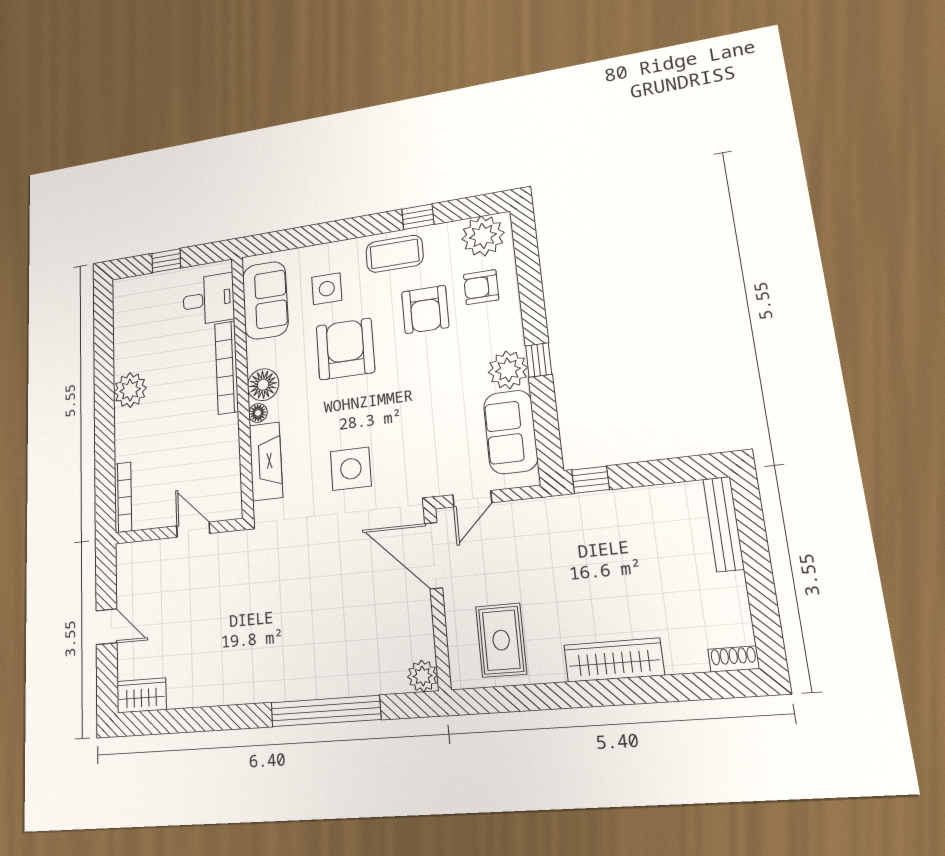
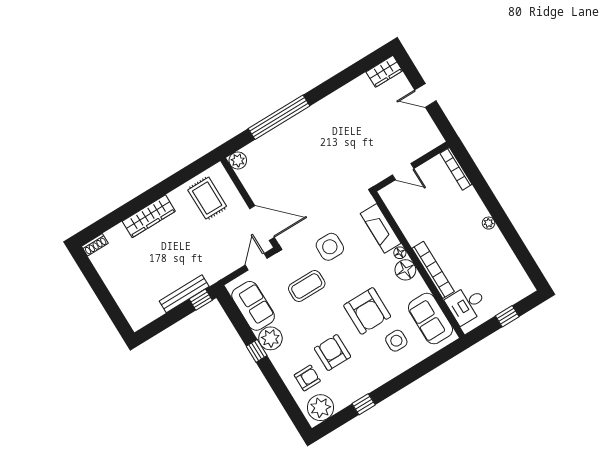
coffee table: (395, 254) -> (307, 286), moved
plant: (130, 390) -> (489, 223), width x0.53, depth x0.53
bench: (723, 524) -> (184, 294), moved, turned 90

